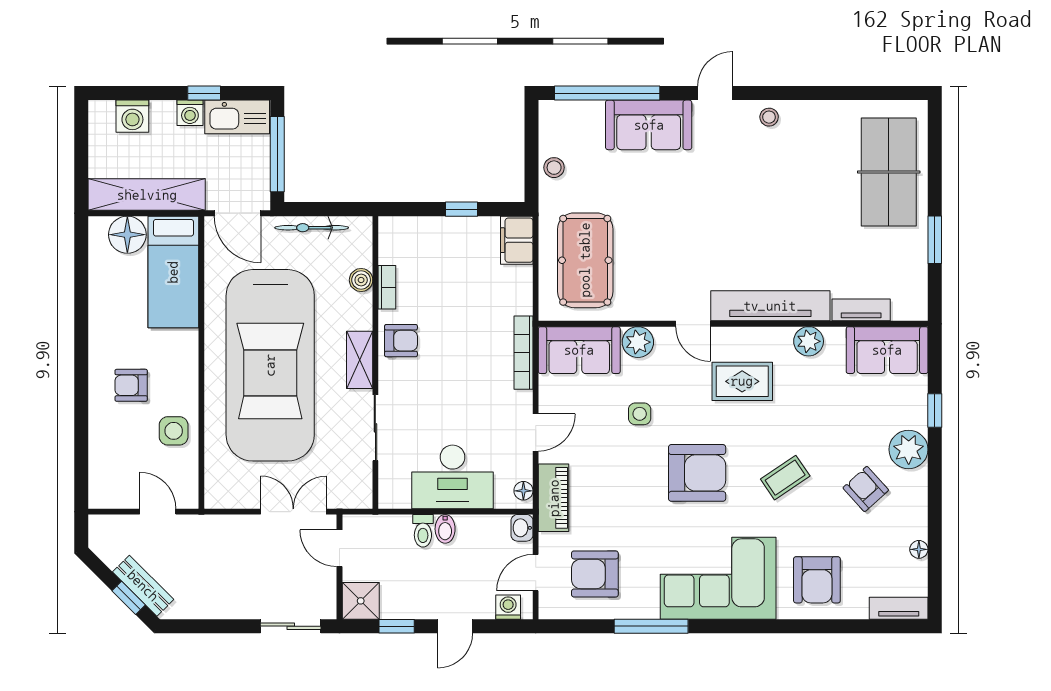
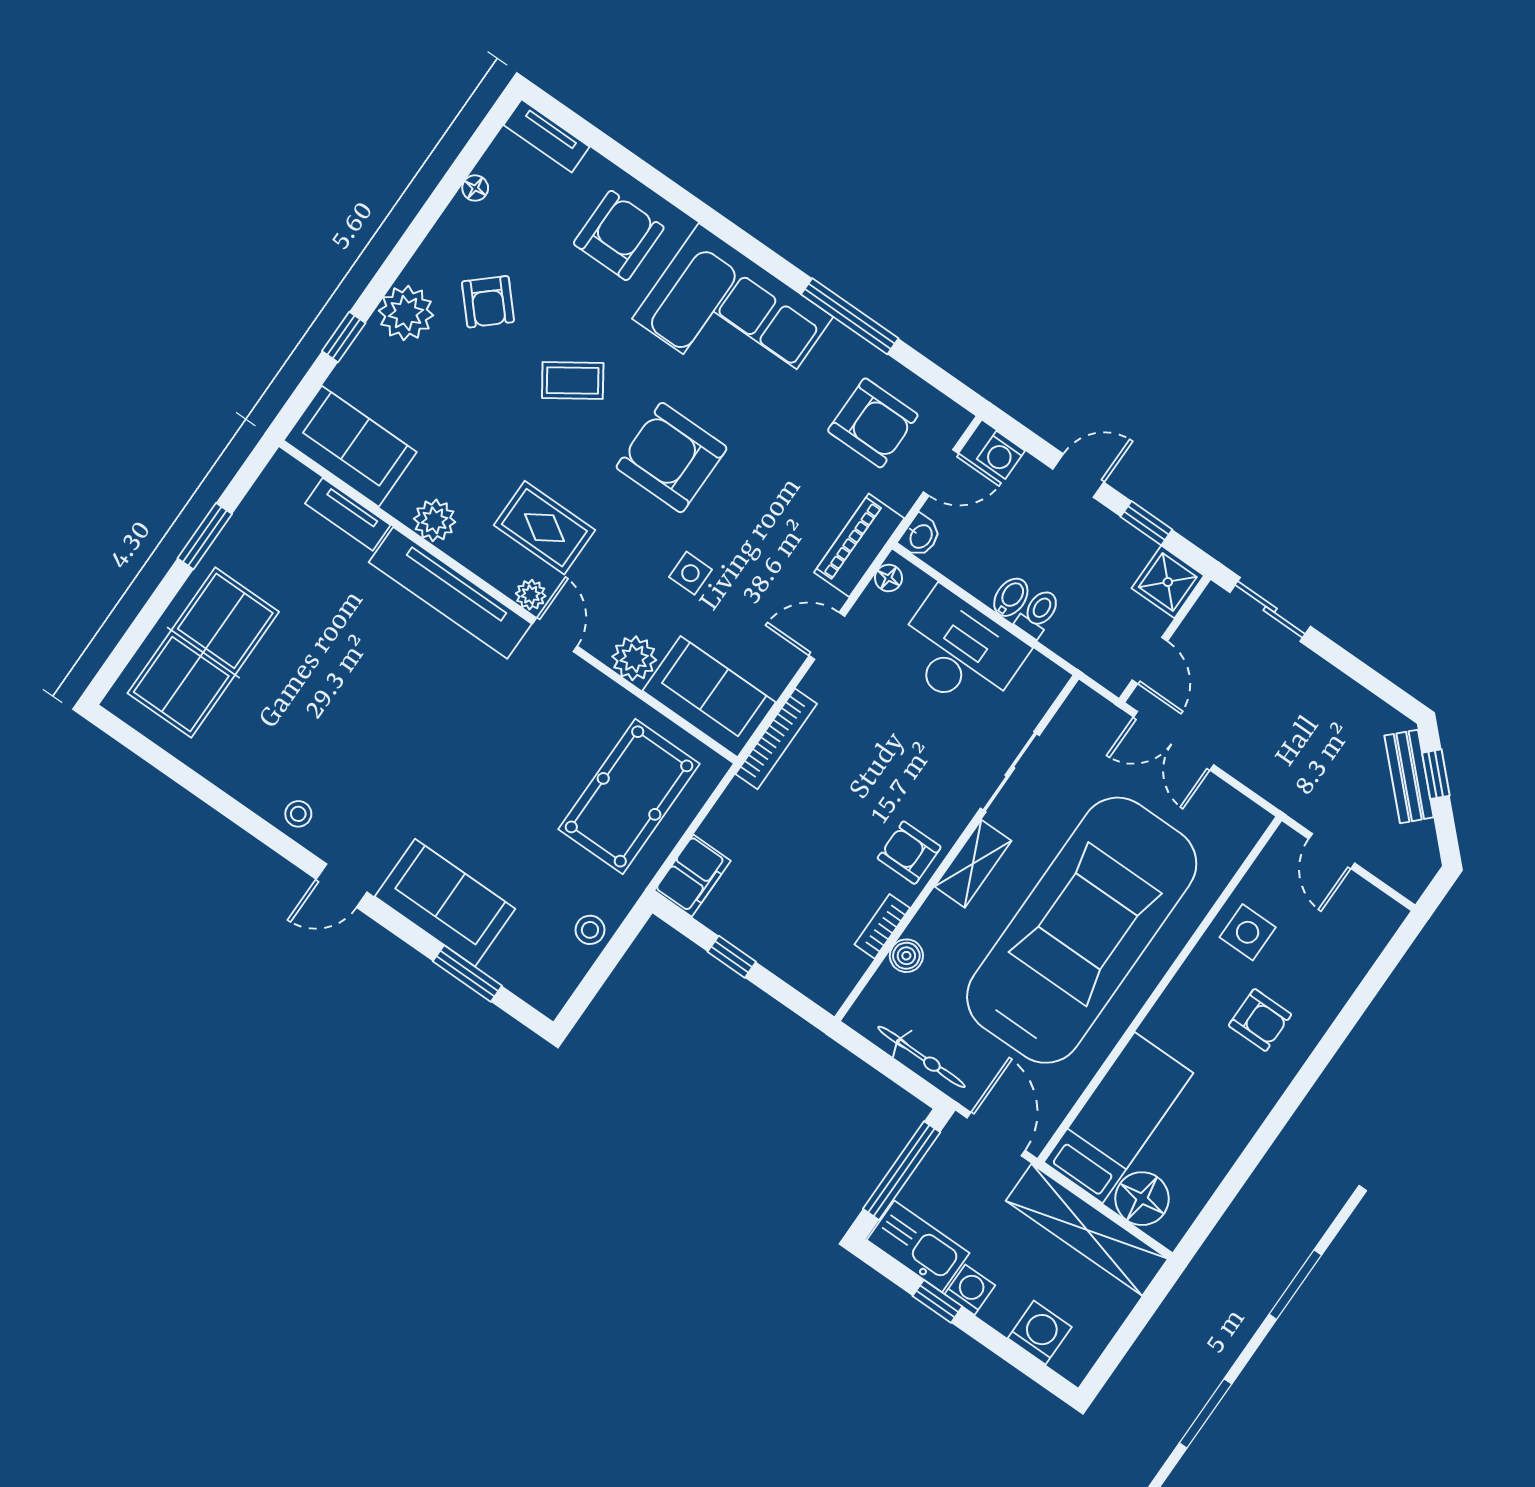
window: (607, 93) -> (467, 973), width x0.47
plant: (723, 337) -> (531, 595), added

